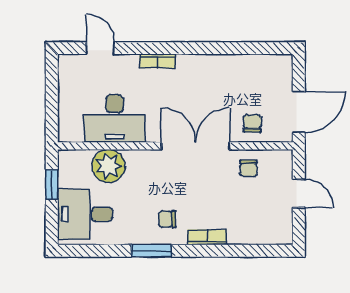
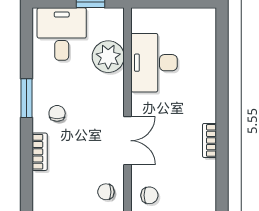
door: (100, 48) -> (222, 49), removed
bookcase: (157, 61) -> (209, 140), moved
double door: (196, 146) -> (128, 141), width x0.73

